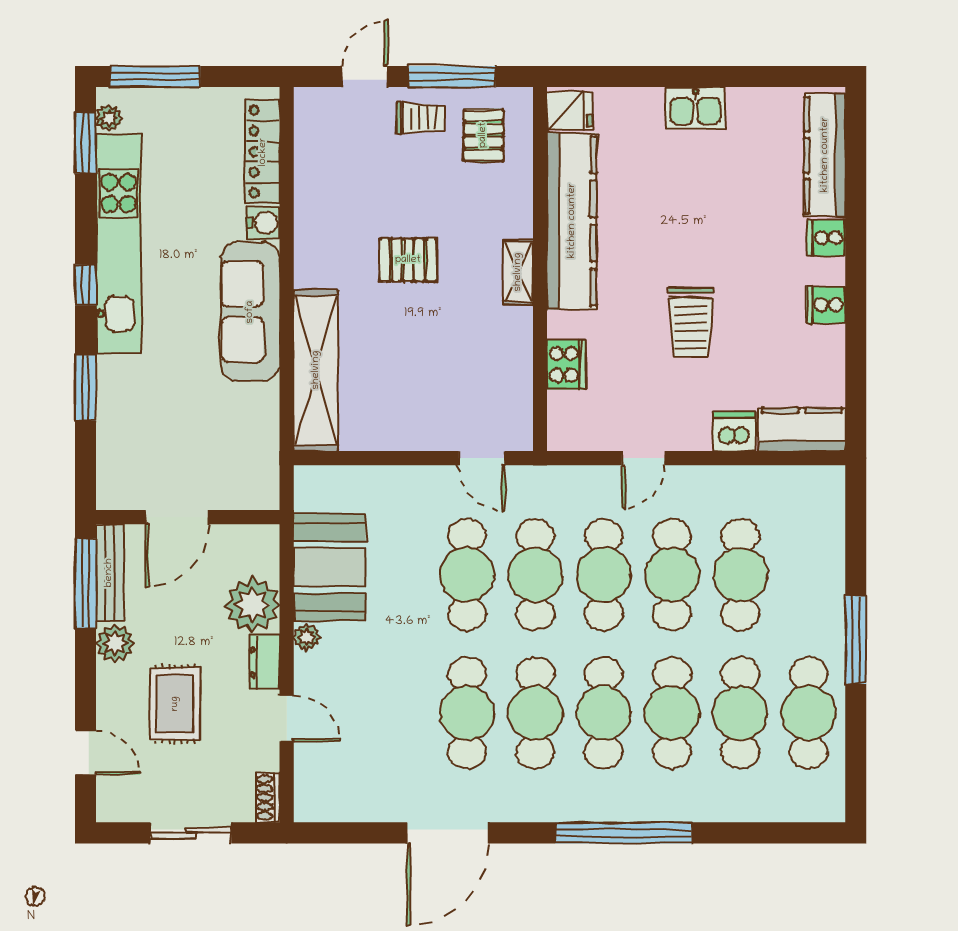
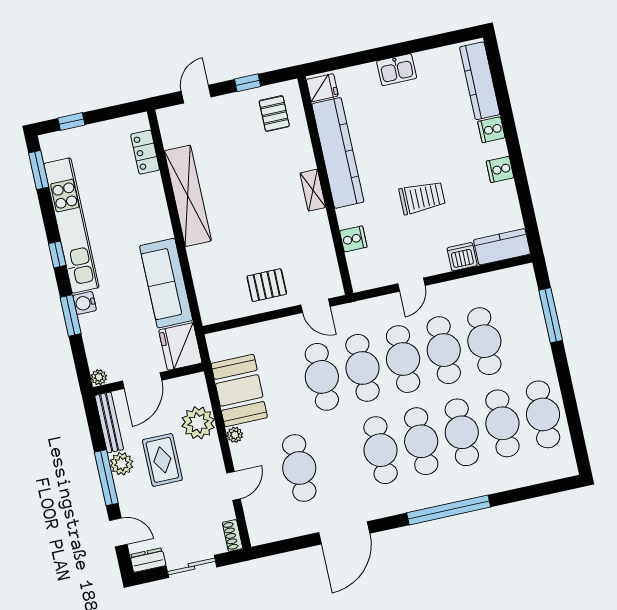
window: (155, 77) -> (71, 122), width x0.46
window: (452, 77) -> (248, 83), width x0.46
plant: (109, 118) -> (99, 377), moved
trolley: (421, 118) -> (235, 112), removed
locker: (263, 152) -> (145, 152), width x0.66
water cooler: (263, 223) -> (85, 303), moved, turned 180
pallet: (408, 260) -> (267, 285), moved
sofa: (250, 312) -> (166, 283), moved
trolley: (691, 322) -> (422, 198), turned -90
cooker: (566, 364) -> (353, 239), width x0.73
shelving: (316, 370) -> (188, 196), moved
fridge: (251, 476) -> (180, 346), added
window: (85, 584) -> (106, 478), moved
window: (856, 640) -> (551, 315), moved
dresser: (264, 662) -> (148, 560), moved, turned 90
rug: (175, 704) -> (162, 460), moved
cafe table: (467, 713) -> (299, 468), moved
door: (287, 719) -> (233, 486), hinge flipped

